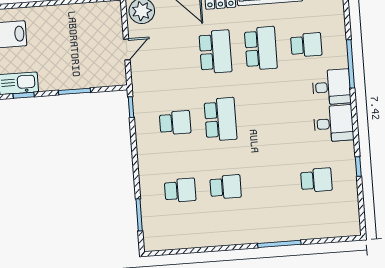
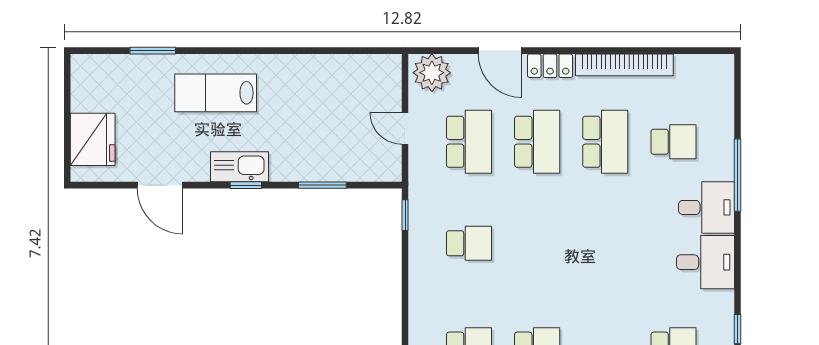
door: (127, 49) -> (405, 128), swing flipped
school desk: (220, 119) -> (469, 142), moved

